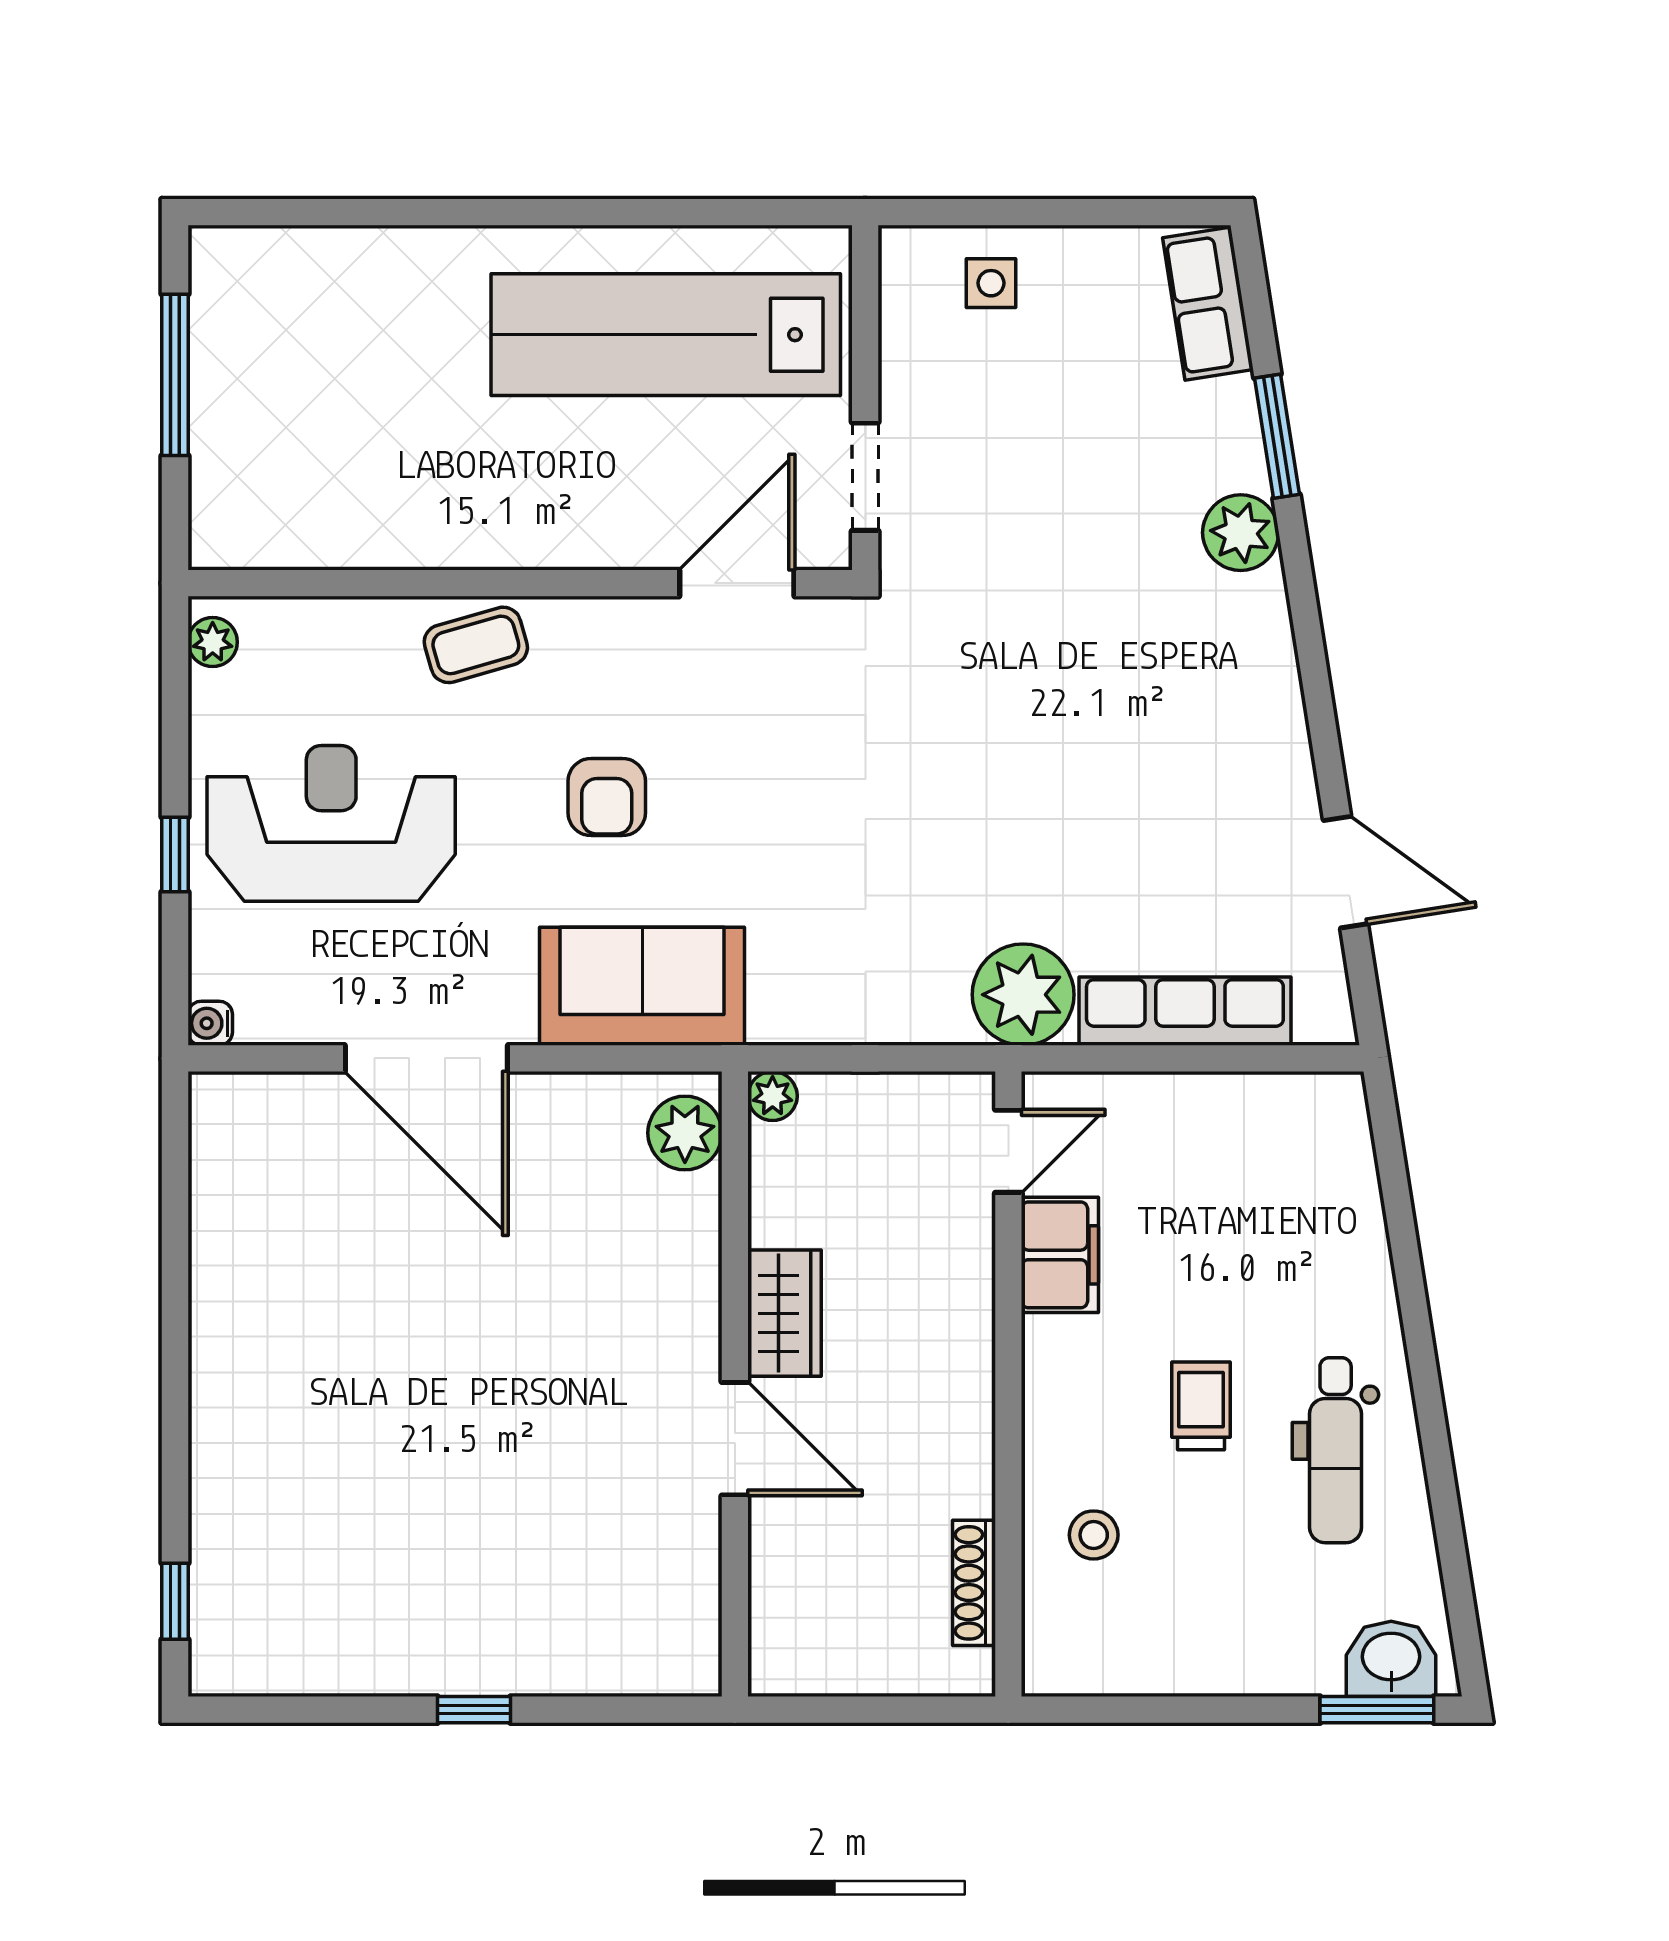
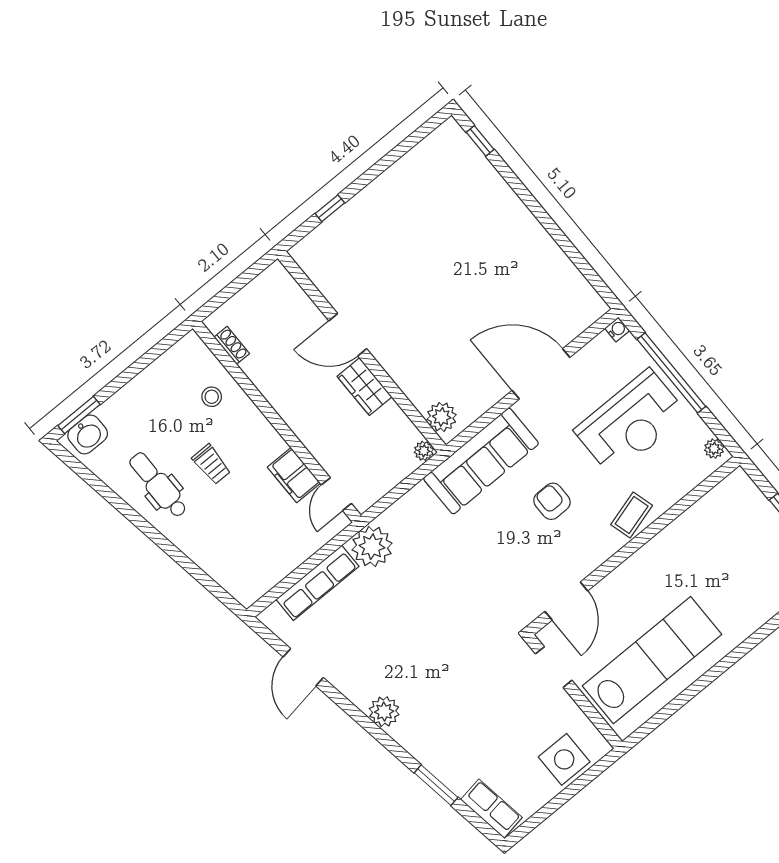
side table: (991, 283) -> (564, 759), width x1.87, depth x1.87
plant: (1241, 533) -> (384, 712), moved
window: (175, 855) -> (671, 373), width x3.17
door: (1346, 872) -> (303, 667), hinge flipped
sofa: (642, 986) -> (481, 461), width x1.36
shoe rack: (974, 1583) -> (232, 345), width x0.70
window: (474, 1710) -> (330, 208), moved

